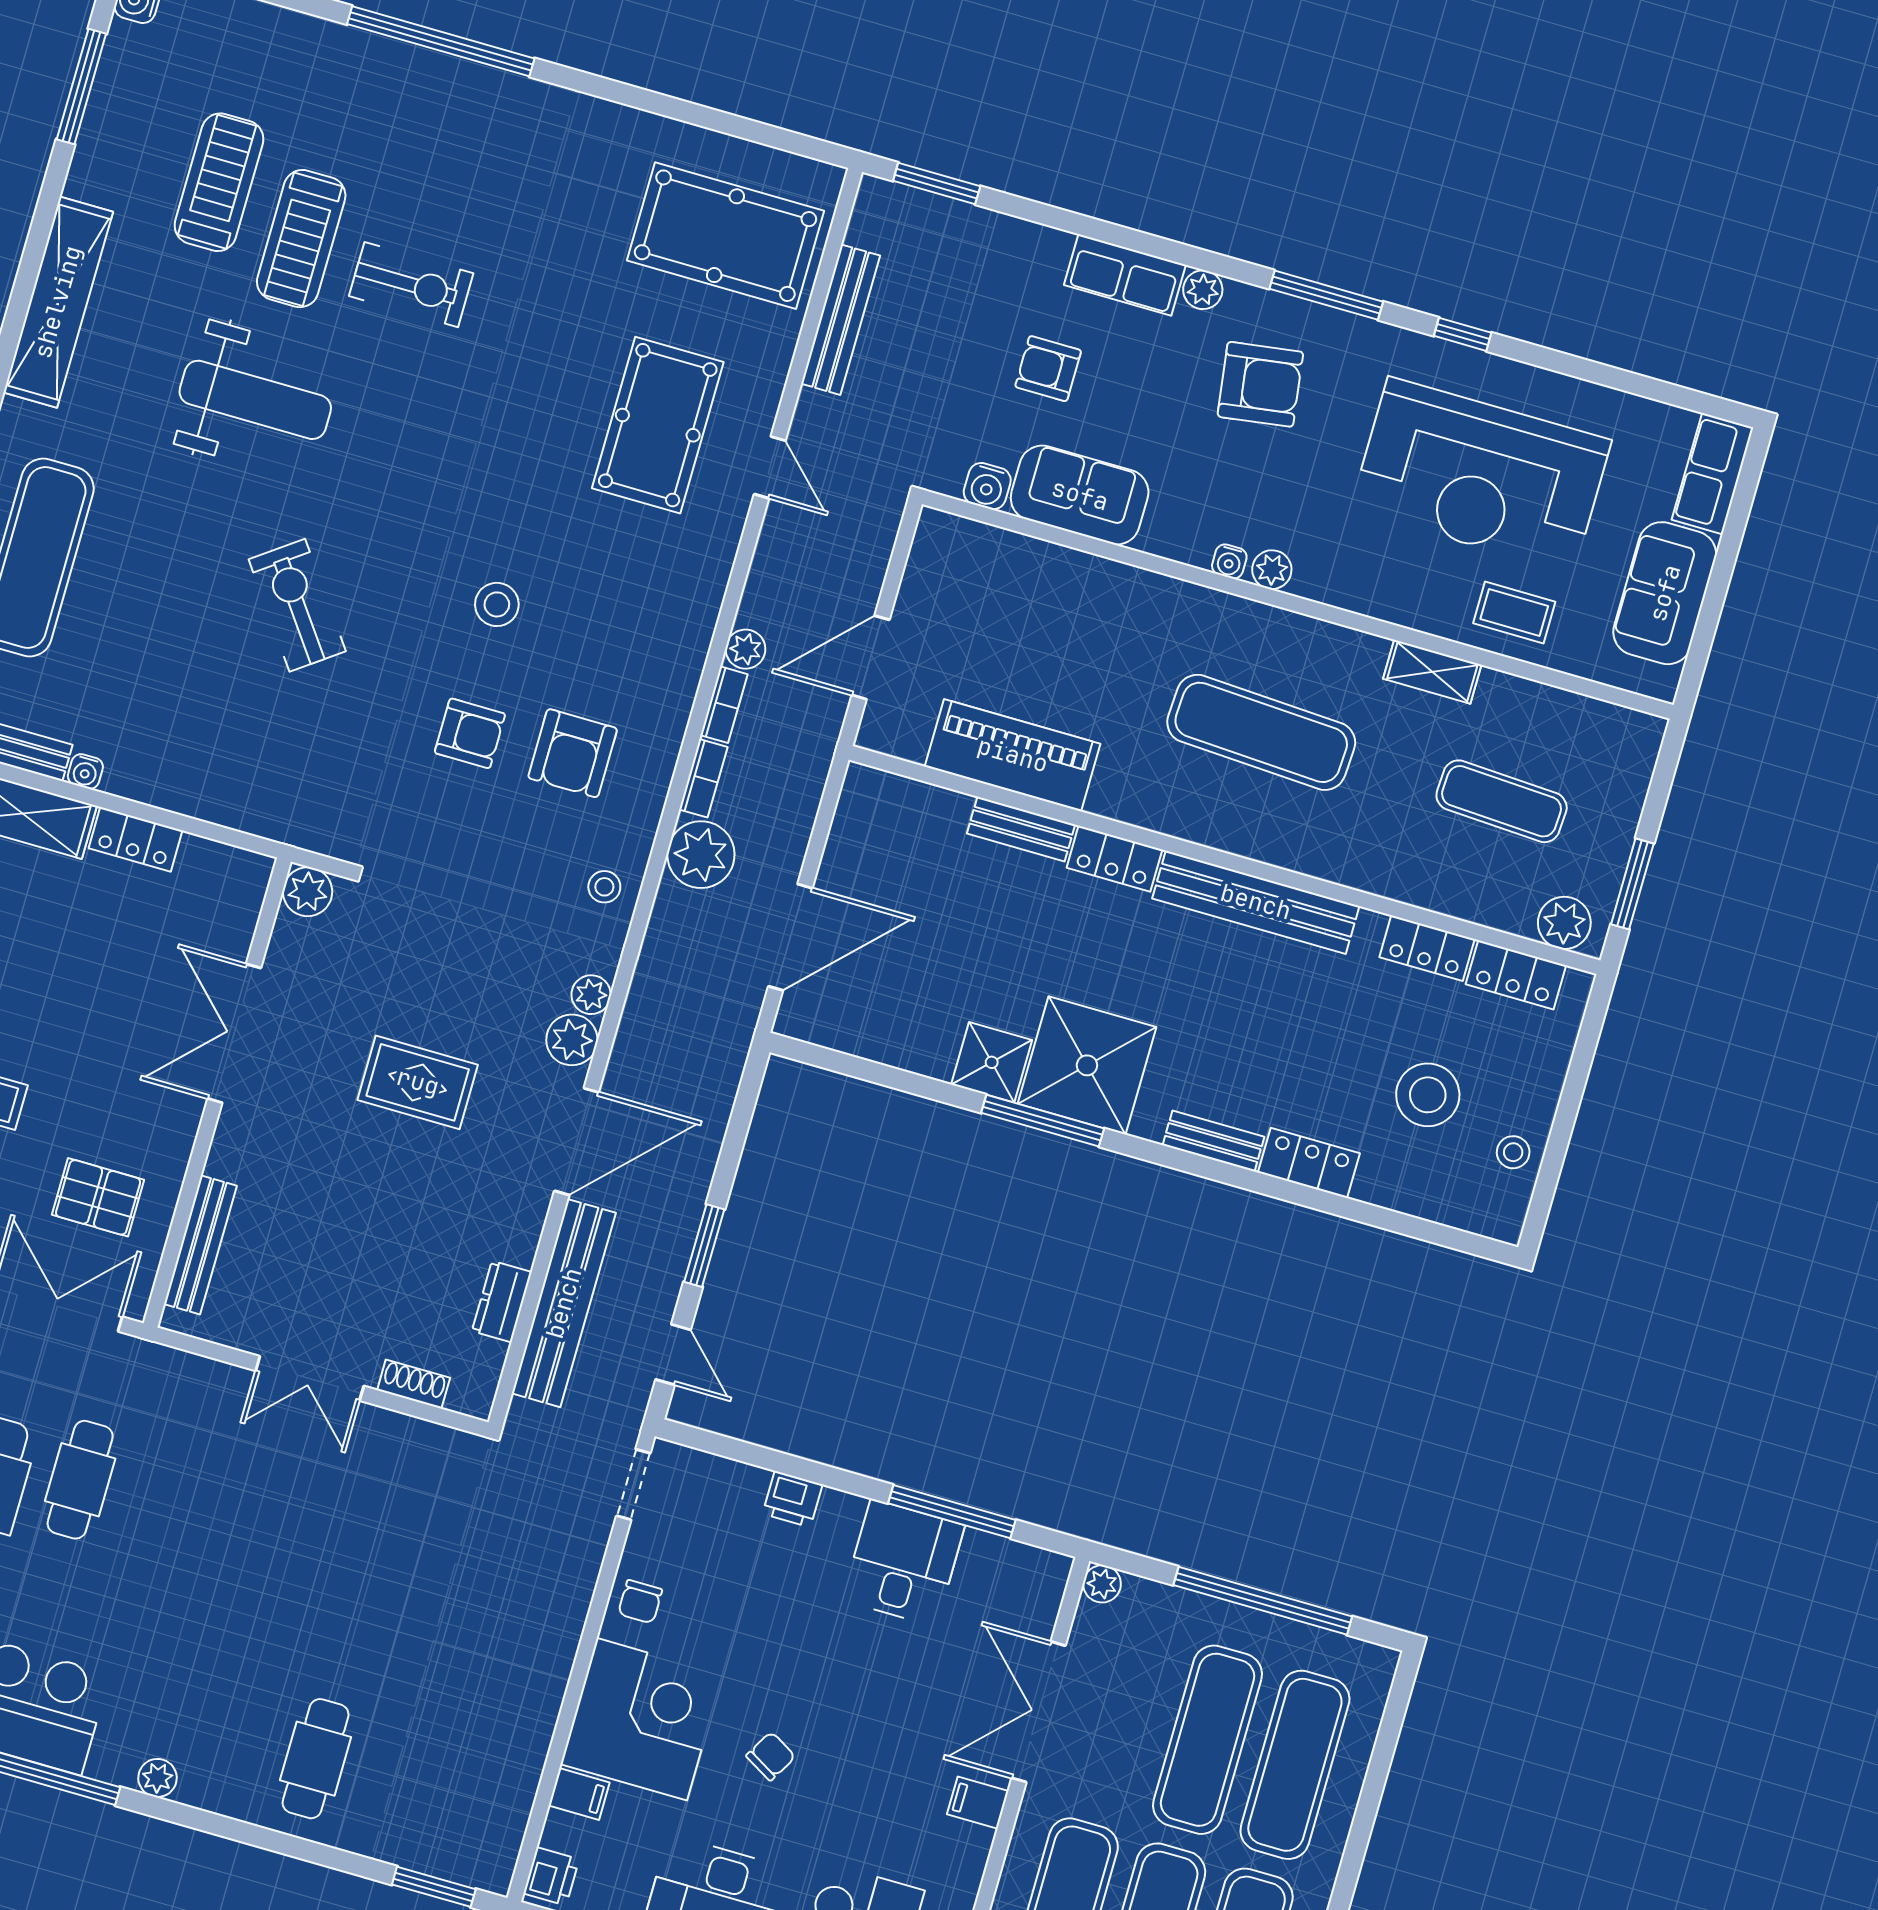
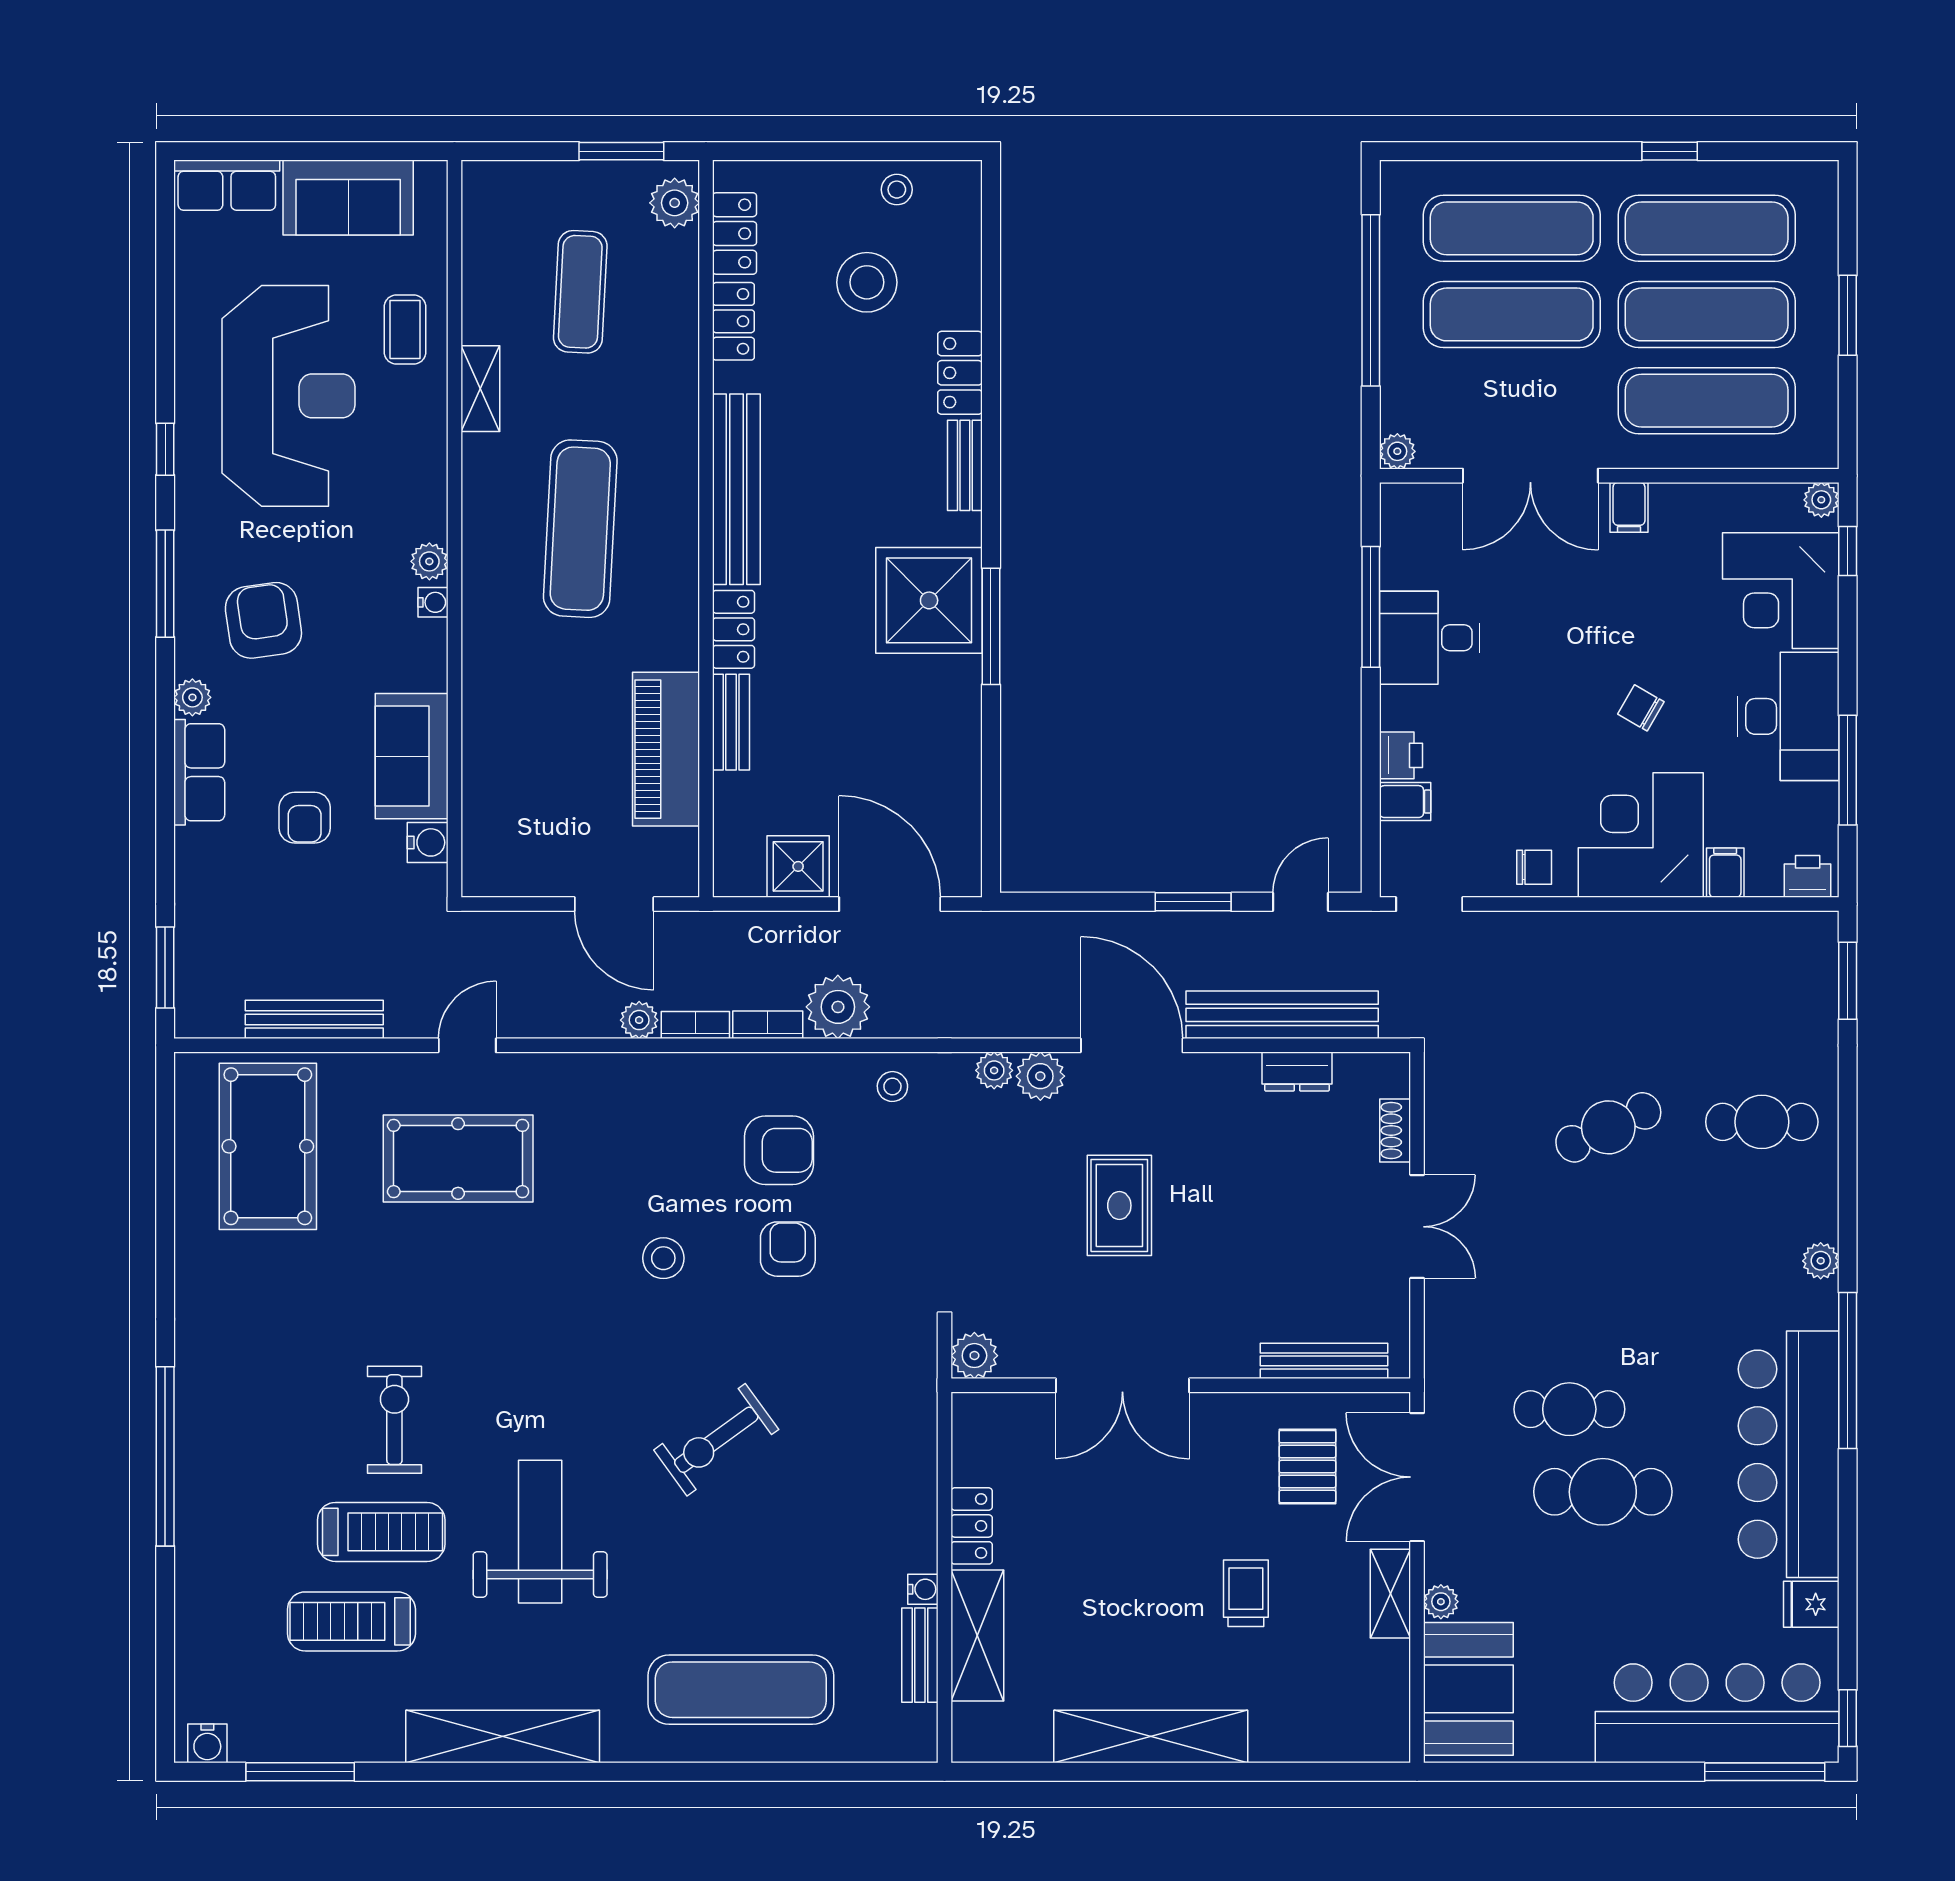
shower: (992, 1062) -> (798, 866), moved
filing cabinet: (744, 1490) -> (1405, 802), added
cafe table: (355, 1601) -> (1608, 1127), added

